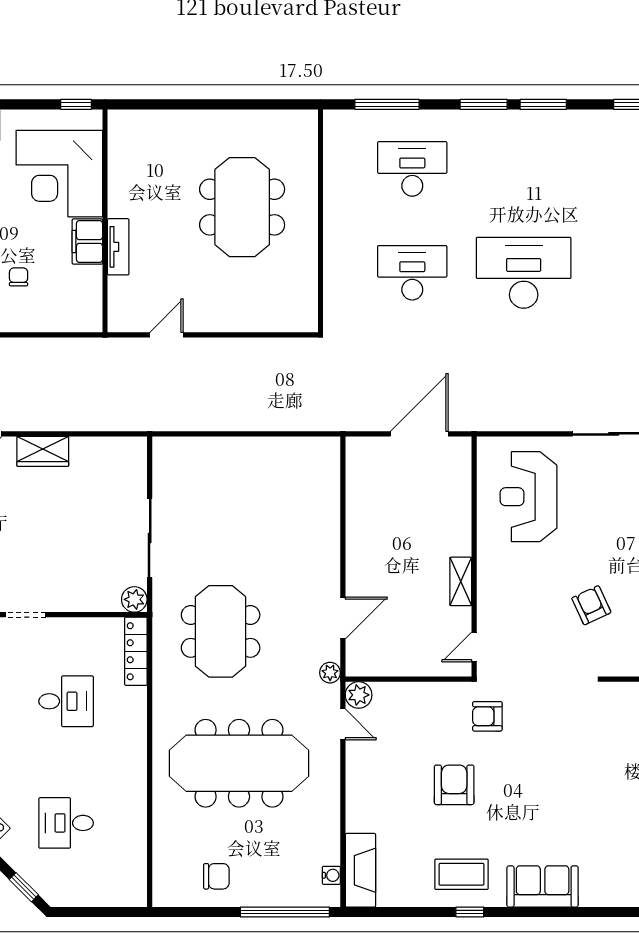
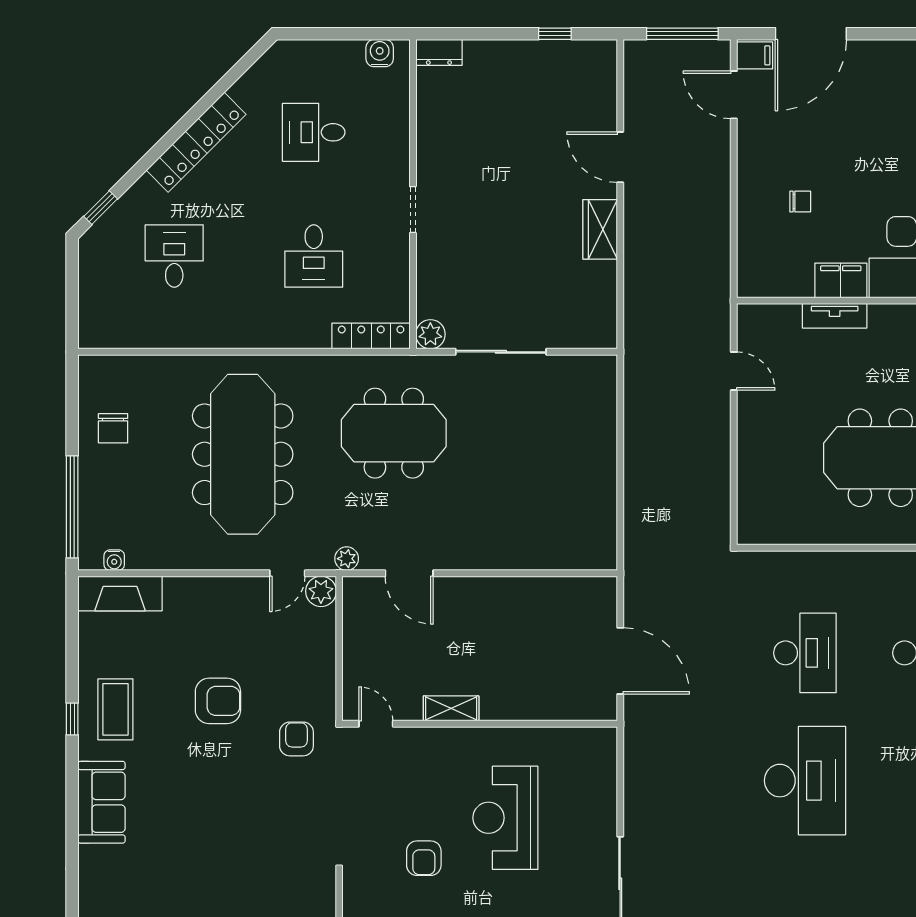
reception desk: (528, 497) -> (505, 818), moved, turned -90
armchair: (591, 605) -> (424, 858), turned 115

